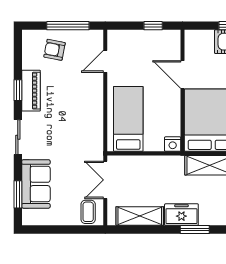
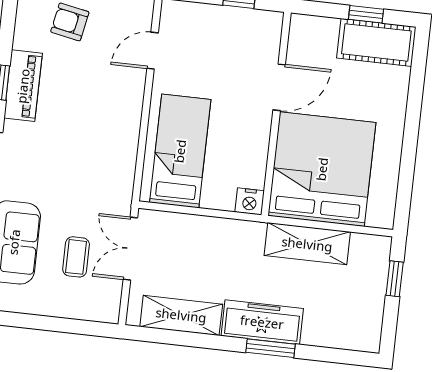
door: (183, 75) -> (279, 87), swing flipped
coffee table: (88, 212) -> (76, 257), moved
freezer: (181, 215) -> (262, 322), width x1.40

